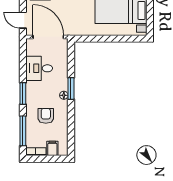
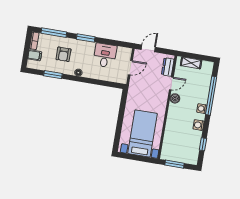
door: (48, 37) -> (130, 68), width x0.53
window: (71, 89) -> (53, 75), moved
armchair: (46, 116) -> (63, 54), turned 90

